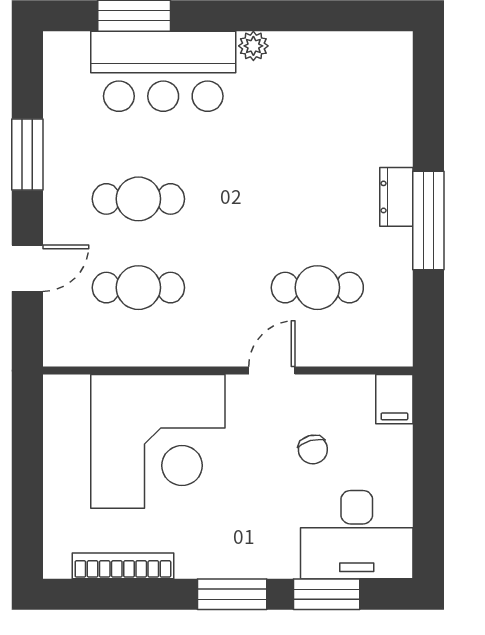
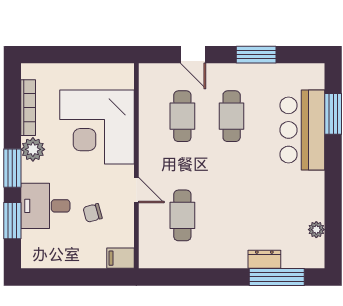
plant: (253, 46) -> (316, 230), moved
dresser: (396, 197) -> (264, 259), moved
window: (428, 220) -> (277, 277), moved
desk: (357, 535) -> (45, 206), moved, width x0.73
plant: (198, 557) -> (33, 149), added

